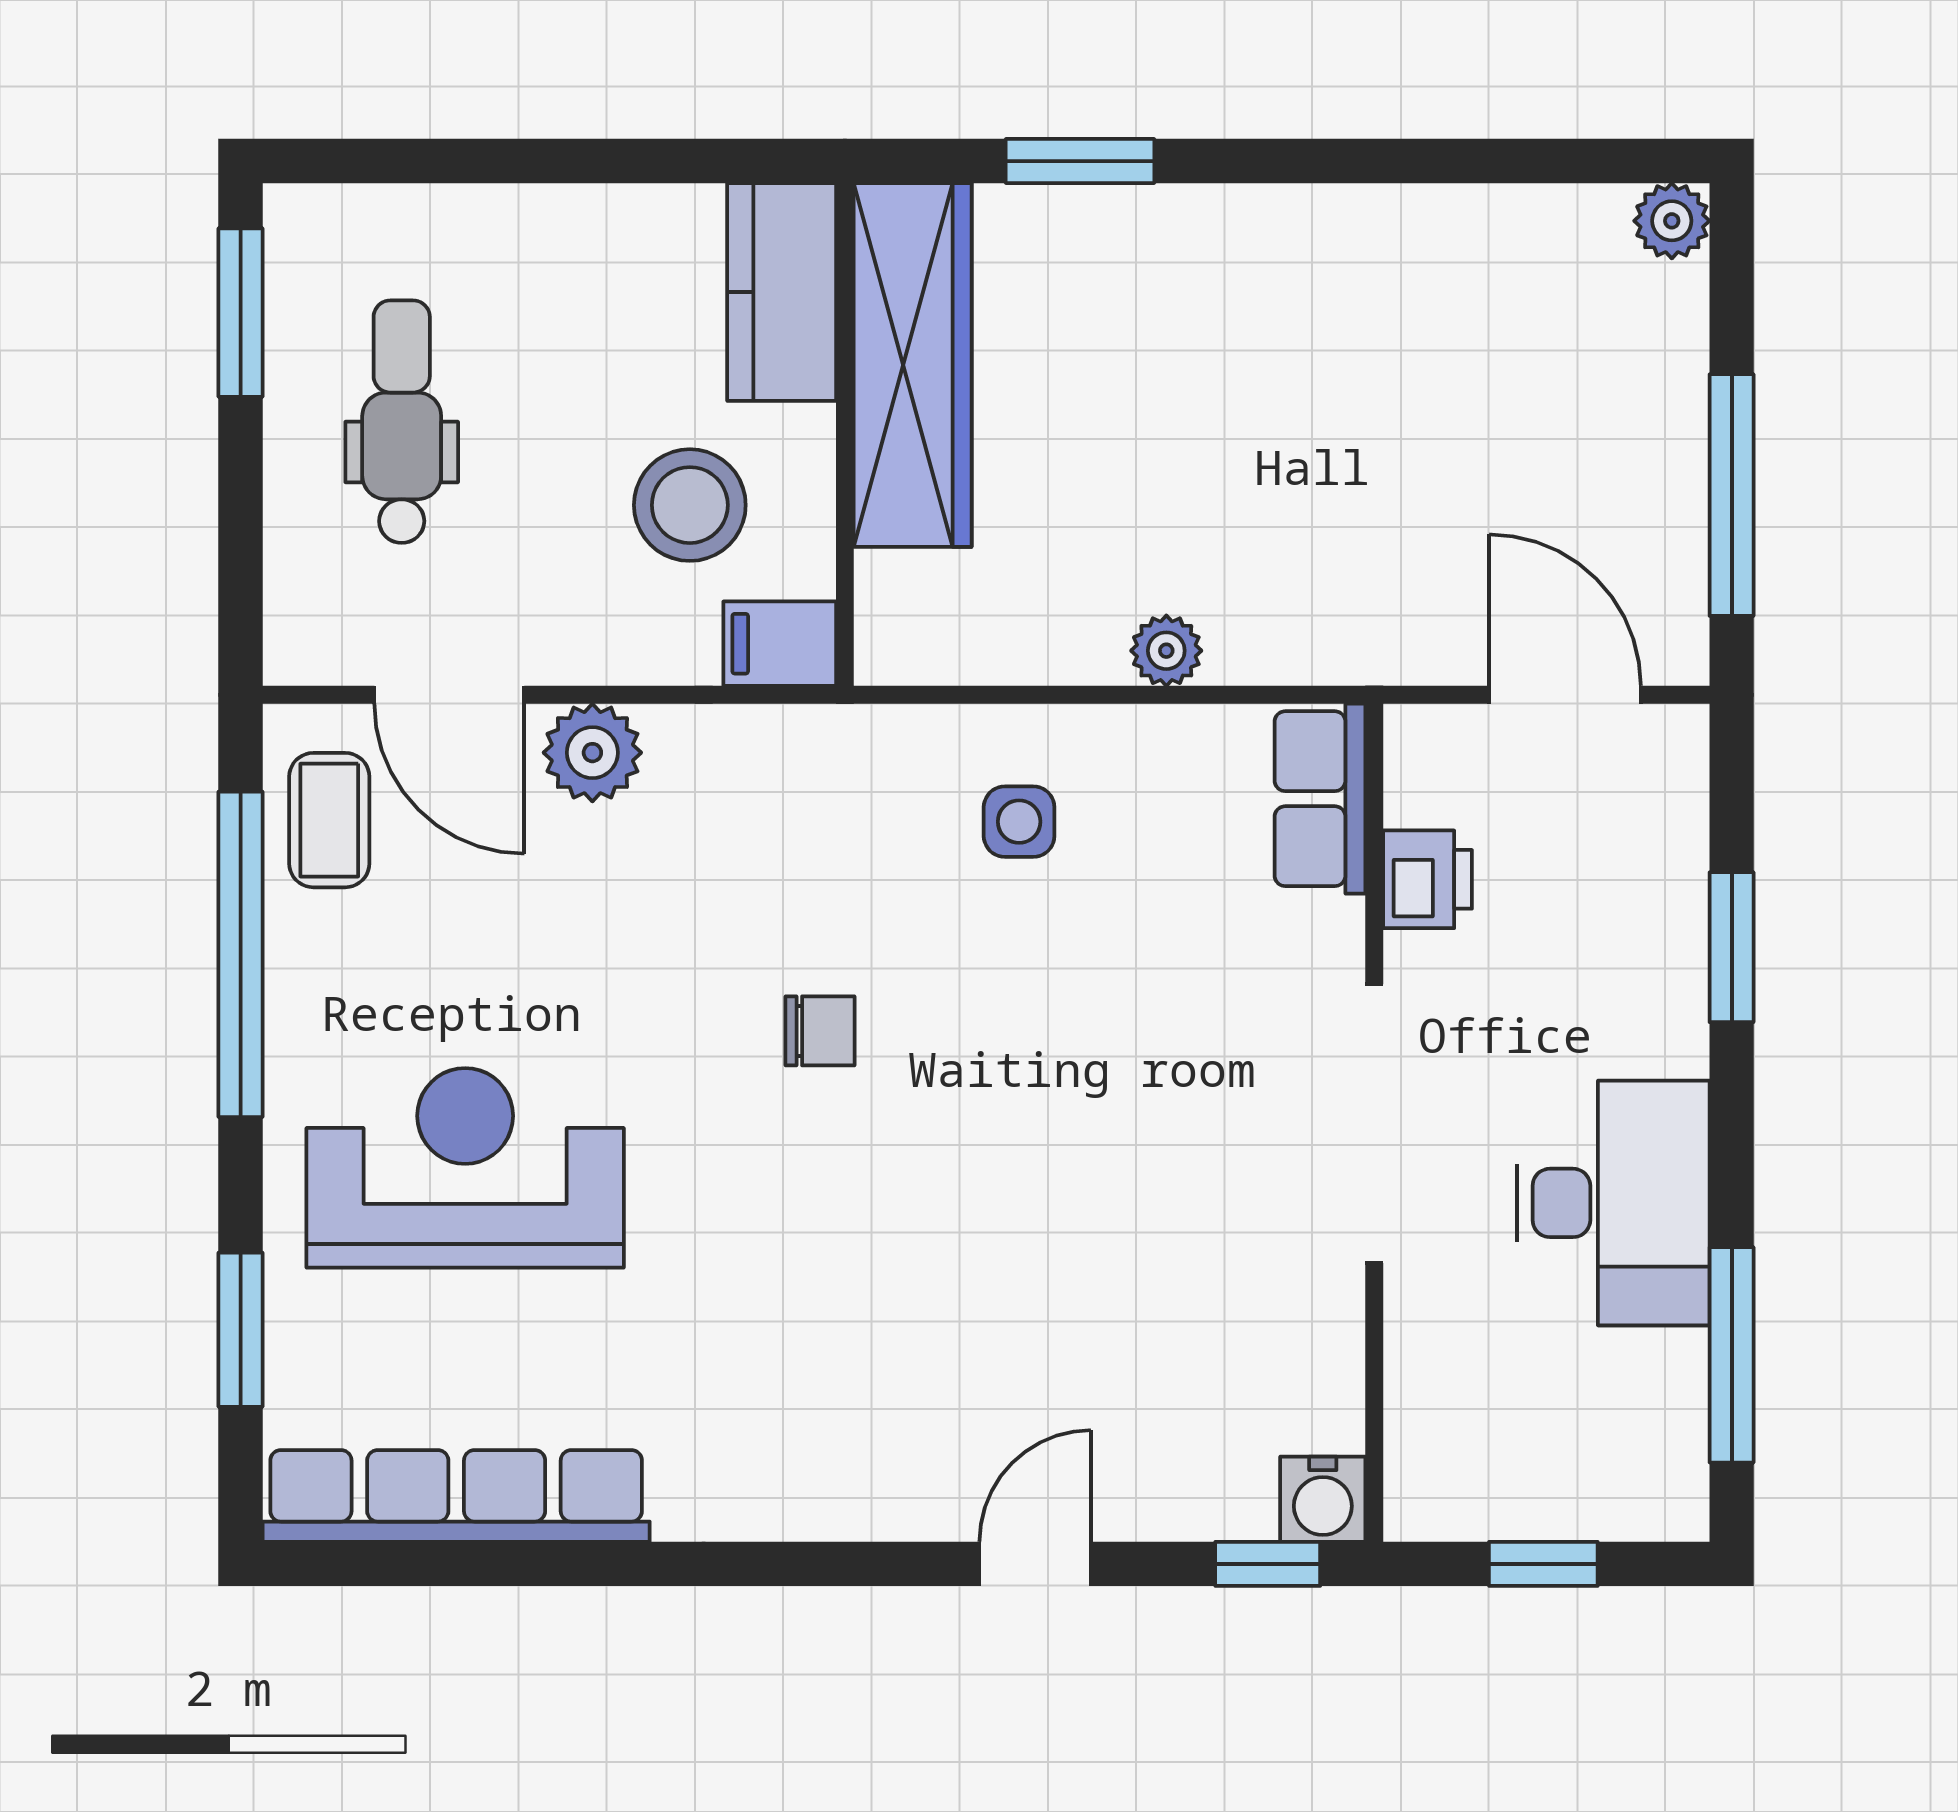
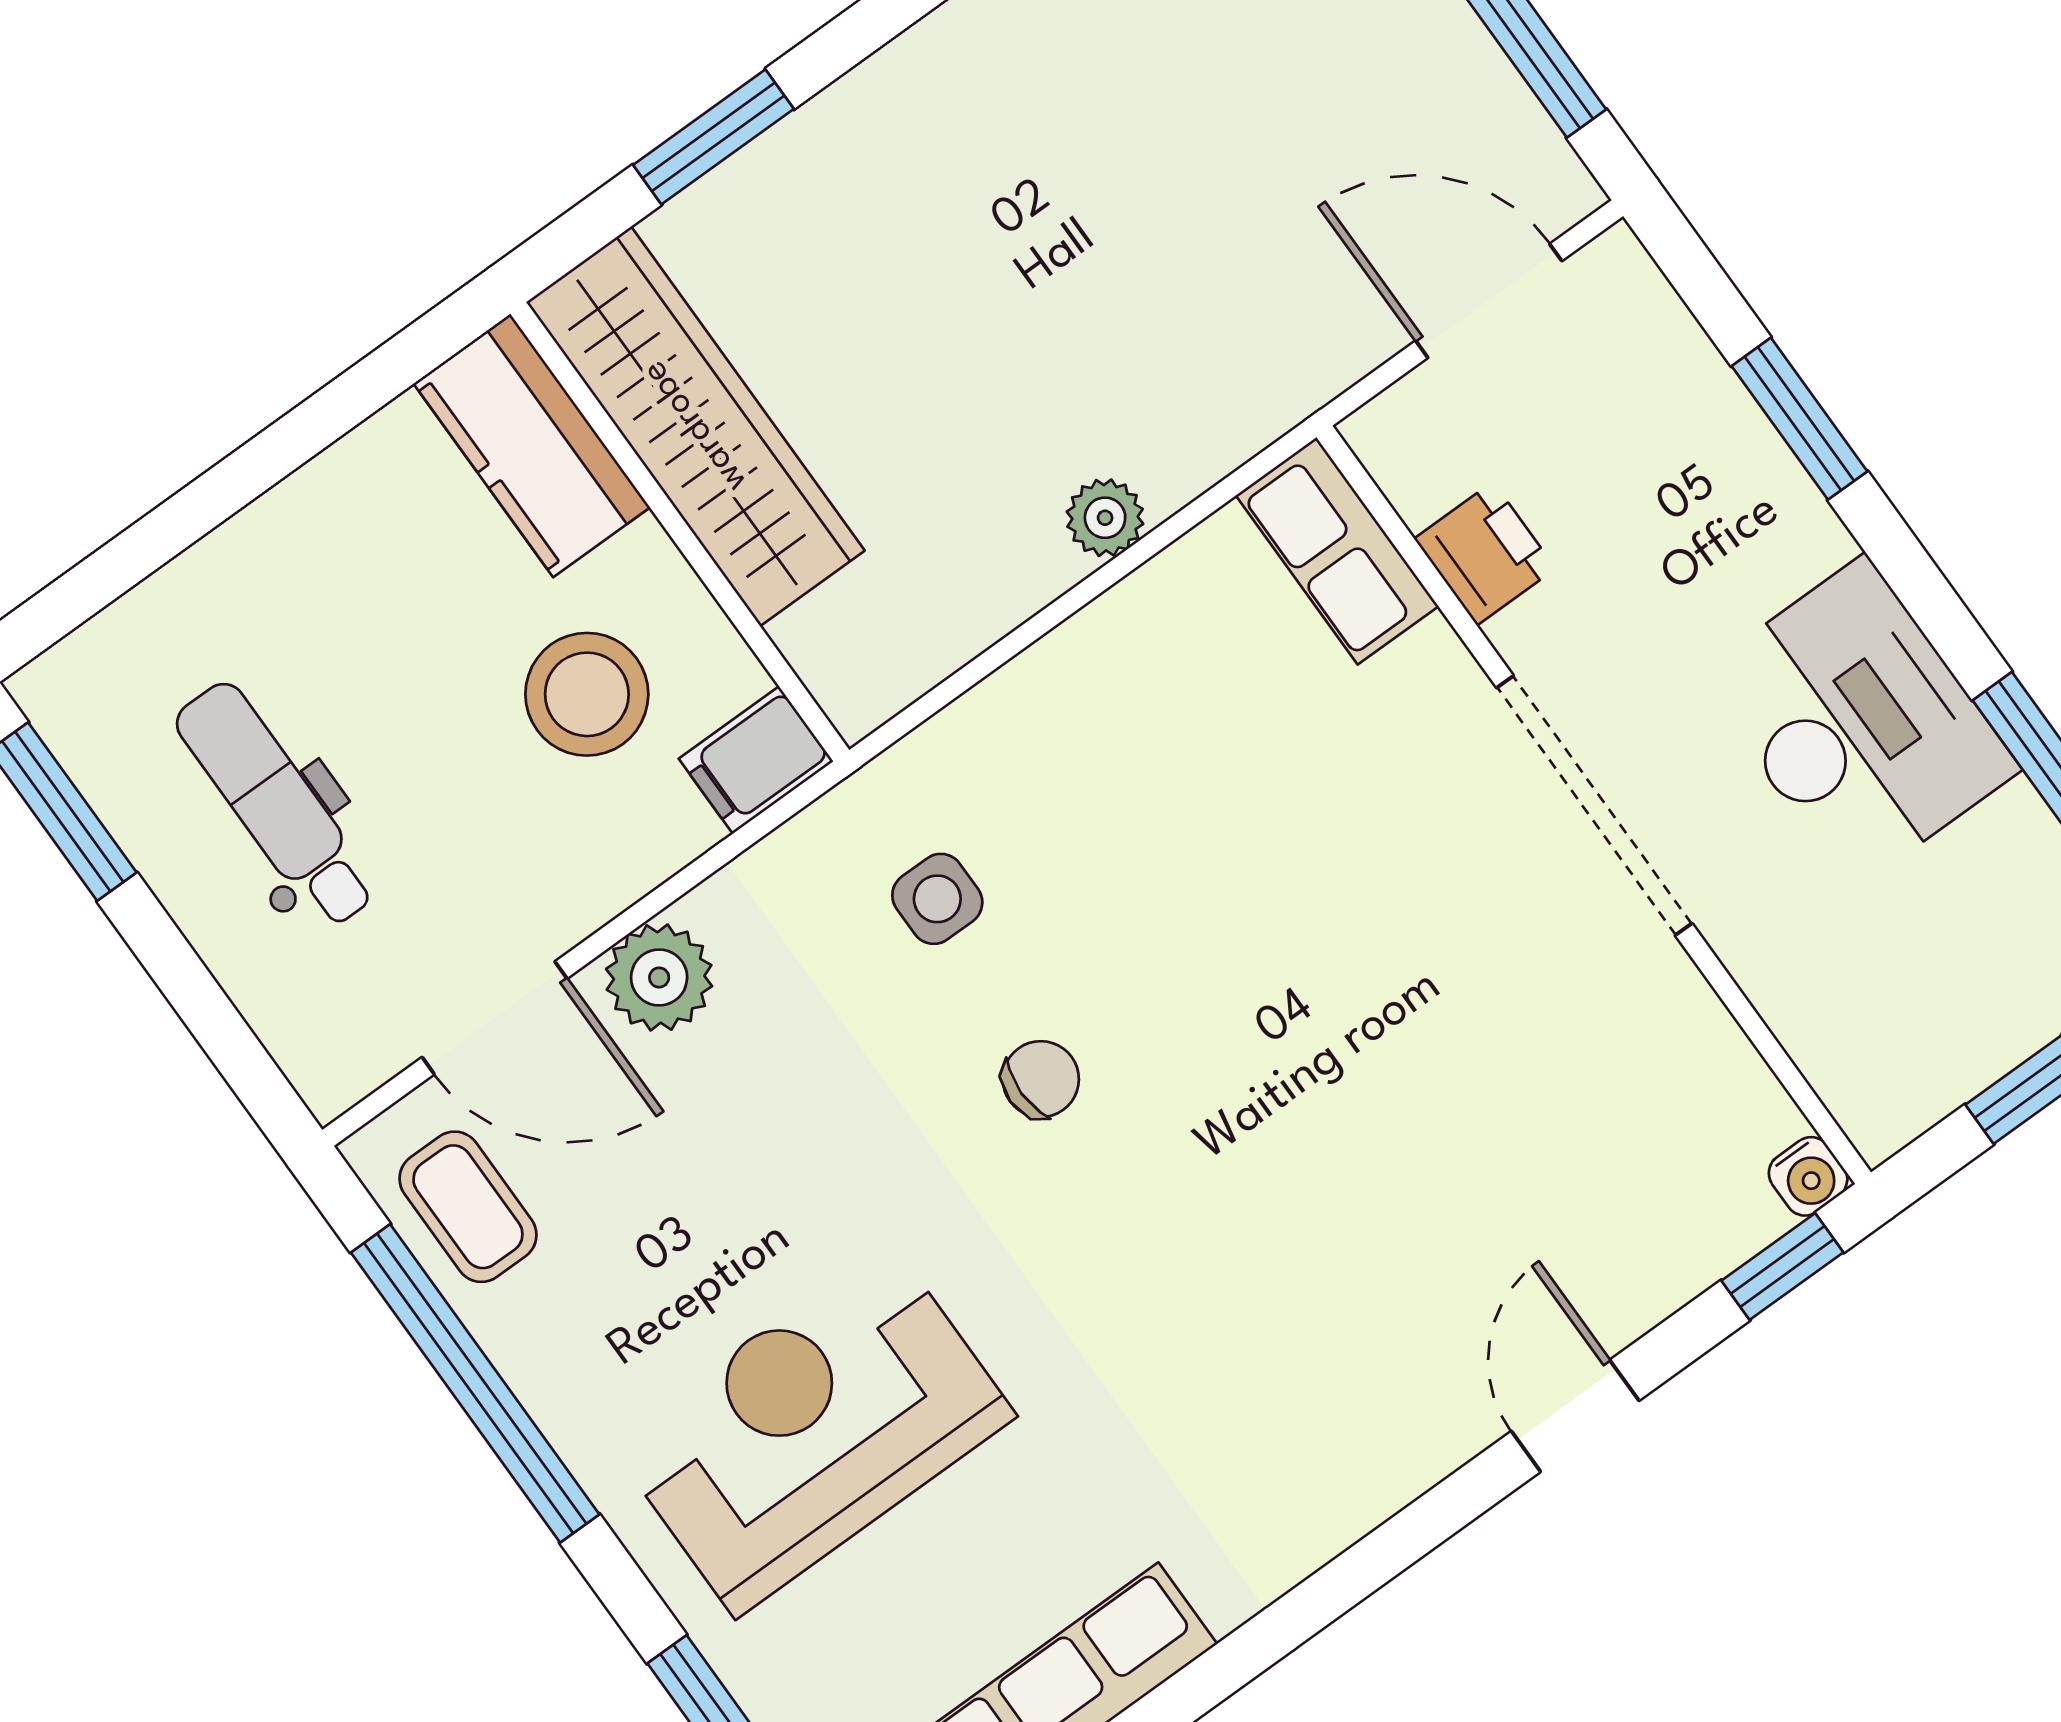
side table: (1019, 822) -> (937, 899), moved
water cooler: (1323, 1499) -> (1808, 1176), width x0.72, depth x0.72

